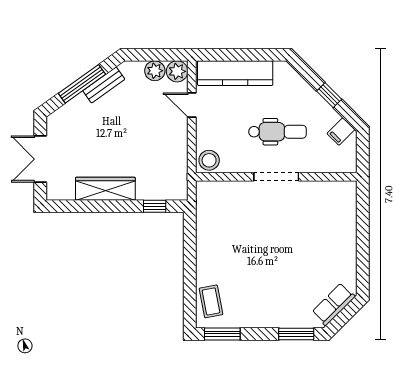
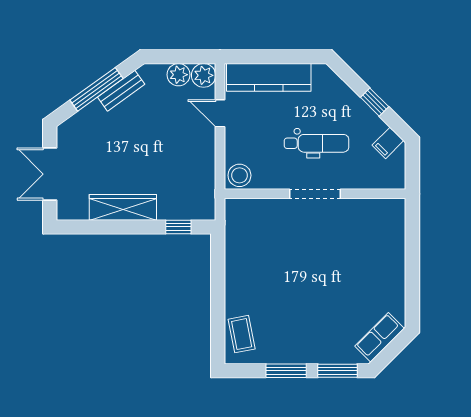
window: (222, 334) -> (286, 371), moved

